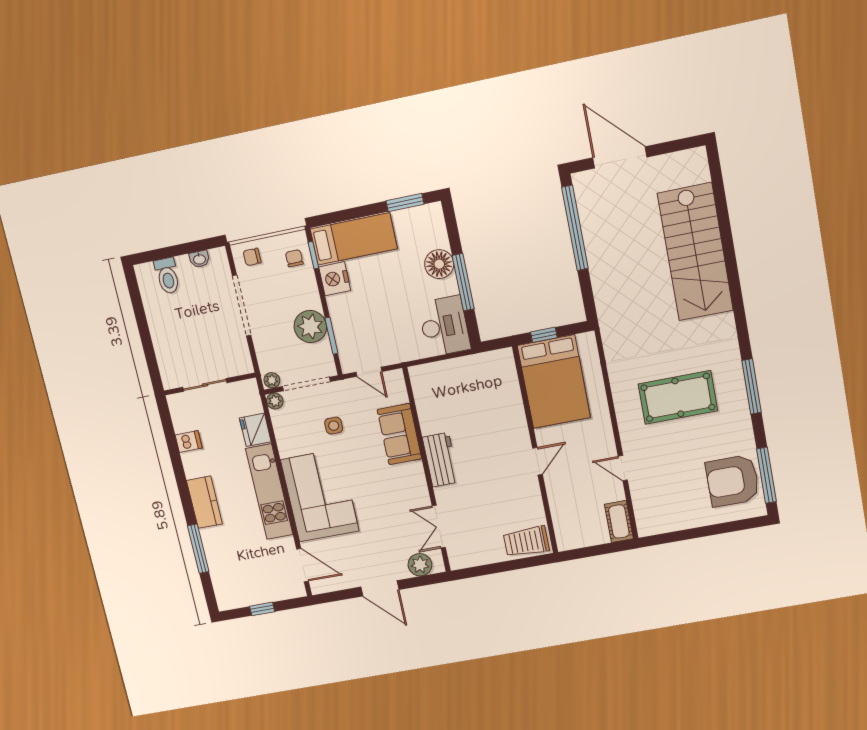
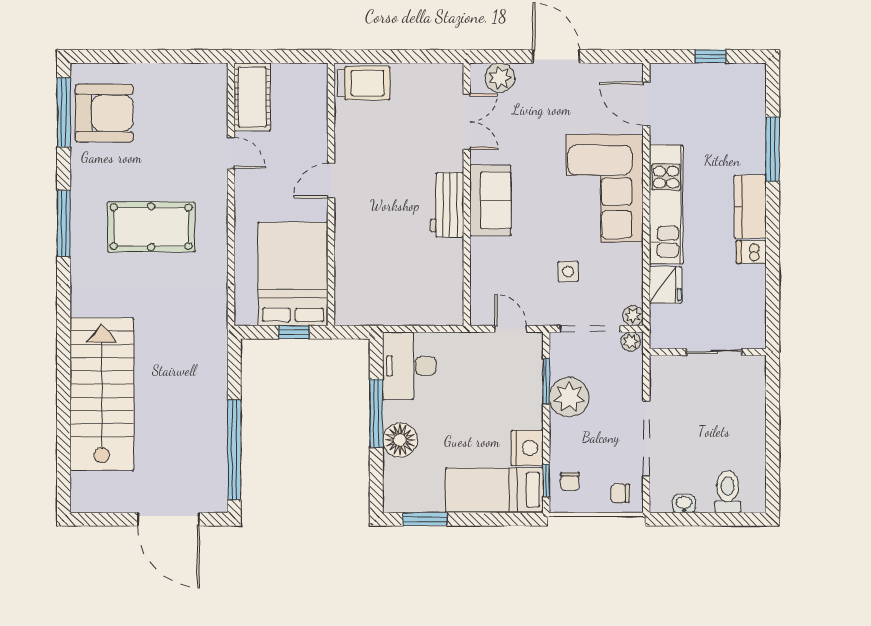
chair: (252, 257) -> (620, 493), turned 180
sofa: (399, 434) -> (490, 200), moved
dishwasher: (189, 441) -> (751, 252), moved
cot: (619, 521) -> (252, 97), width x1.37, depth x1.34

